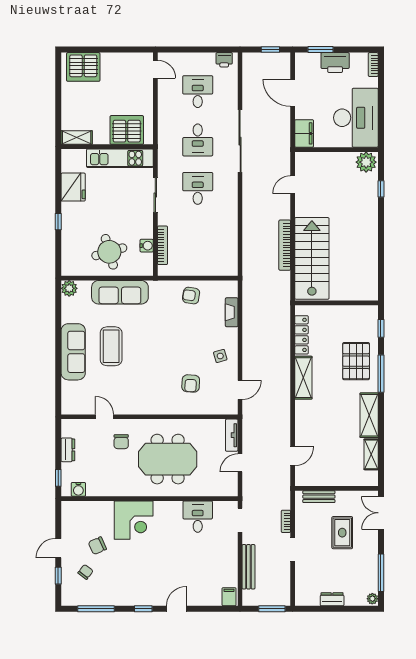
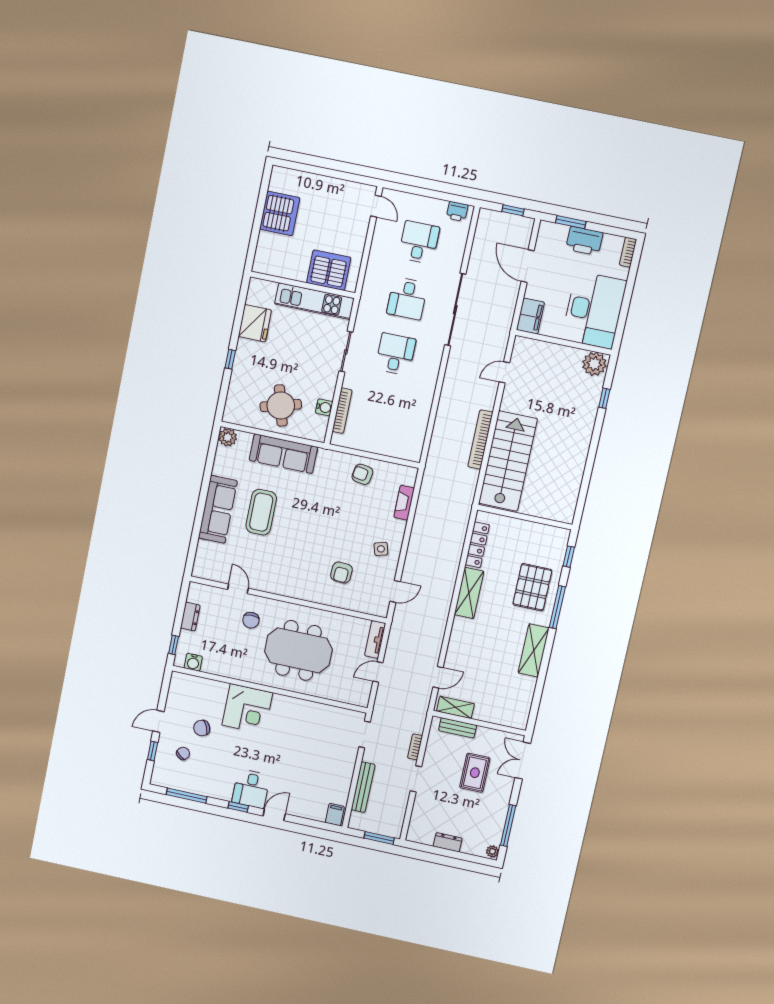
server rack: (83, 67) -> (280, 213), moved, turned -90
shelving: (77, 137) -> (270, 267), removed
shelving: (371, 454) -> (455, 707), moved, turned 90
desk: (198, 517) -> (251, 789), moved, turned 180

